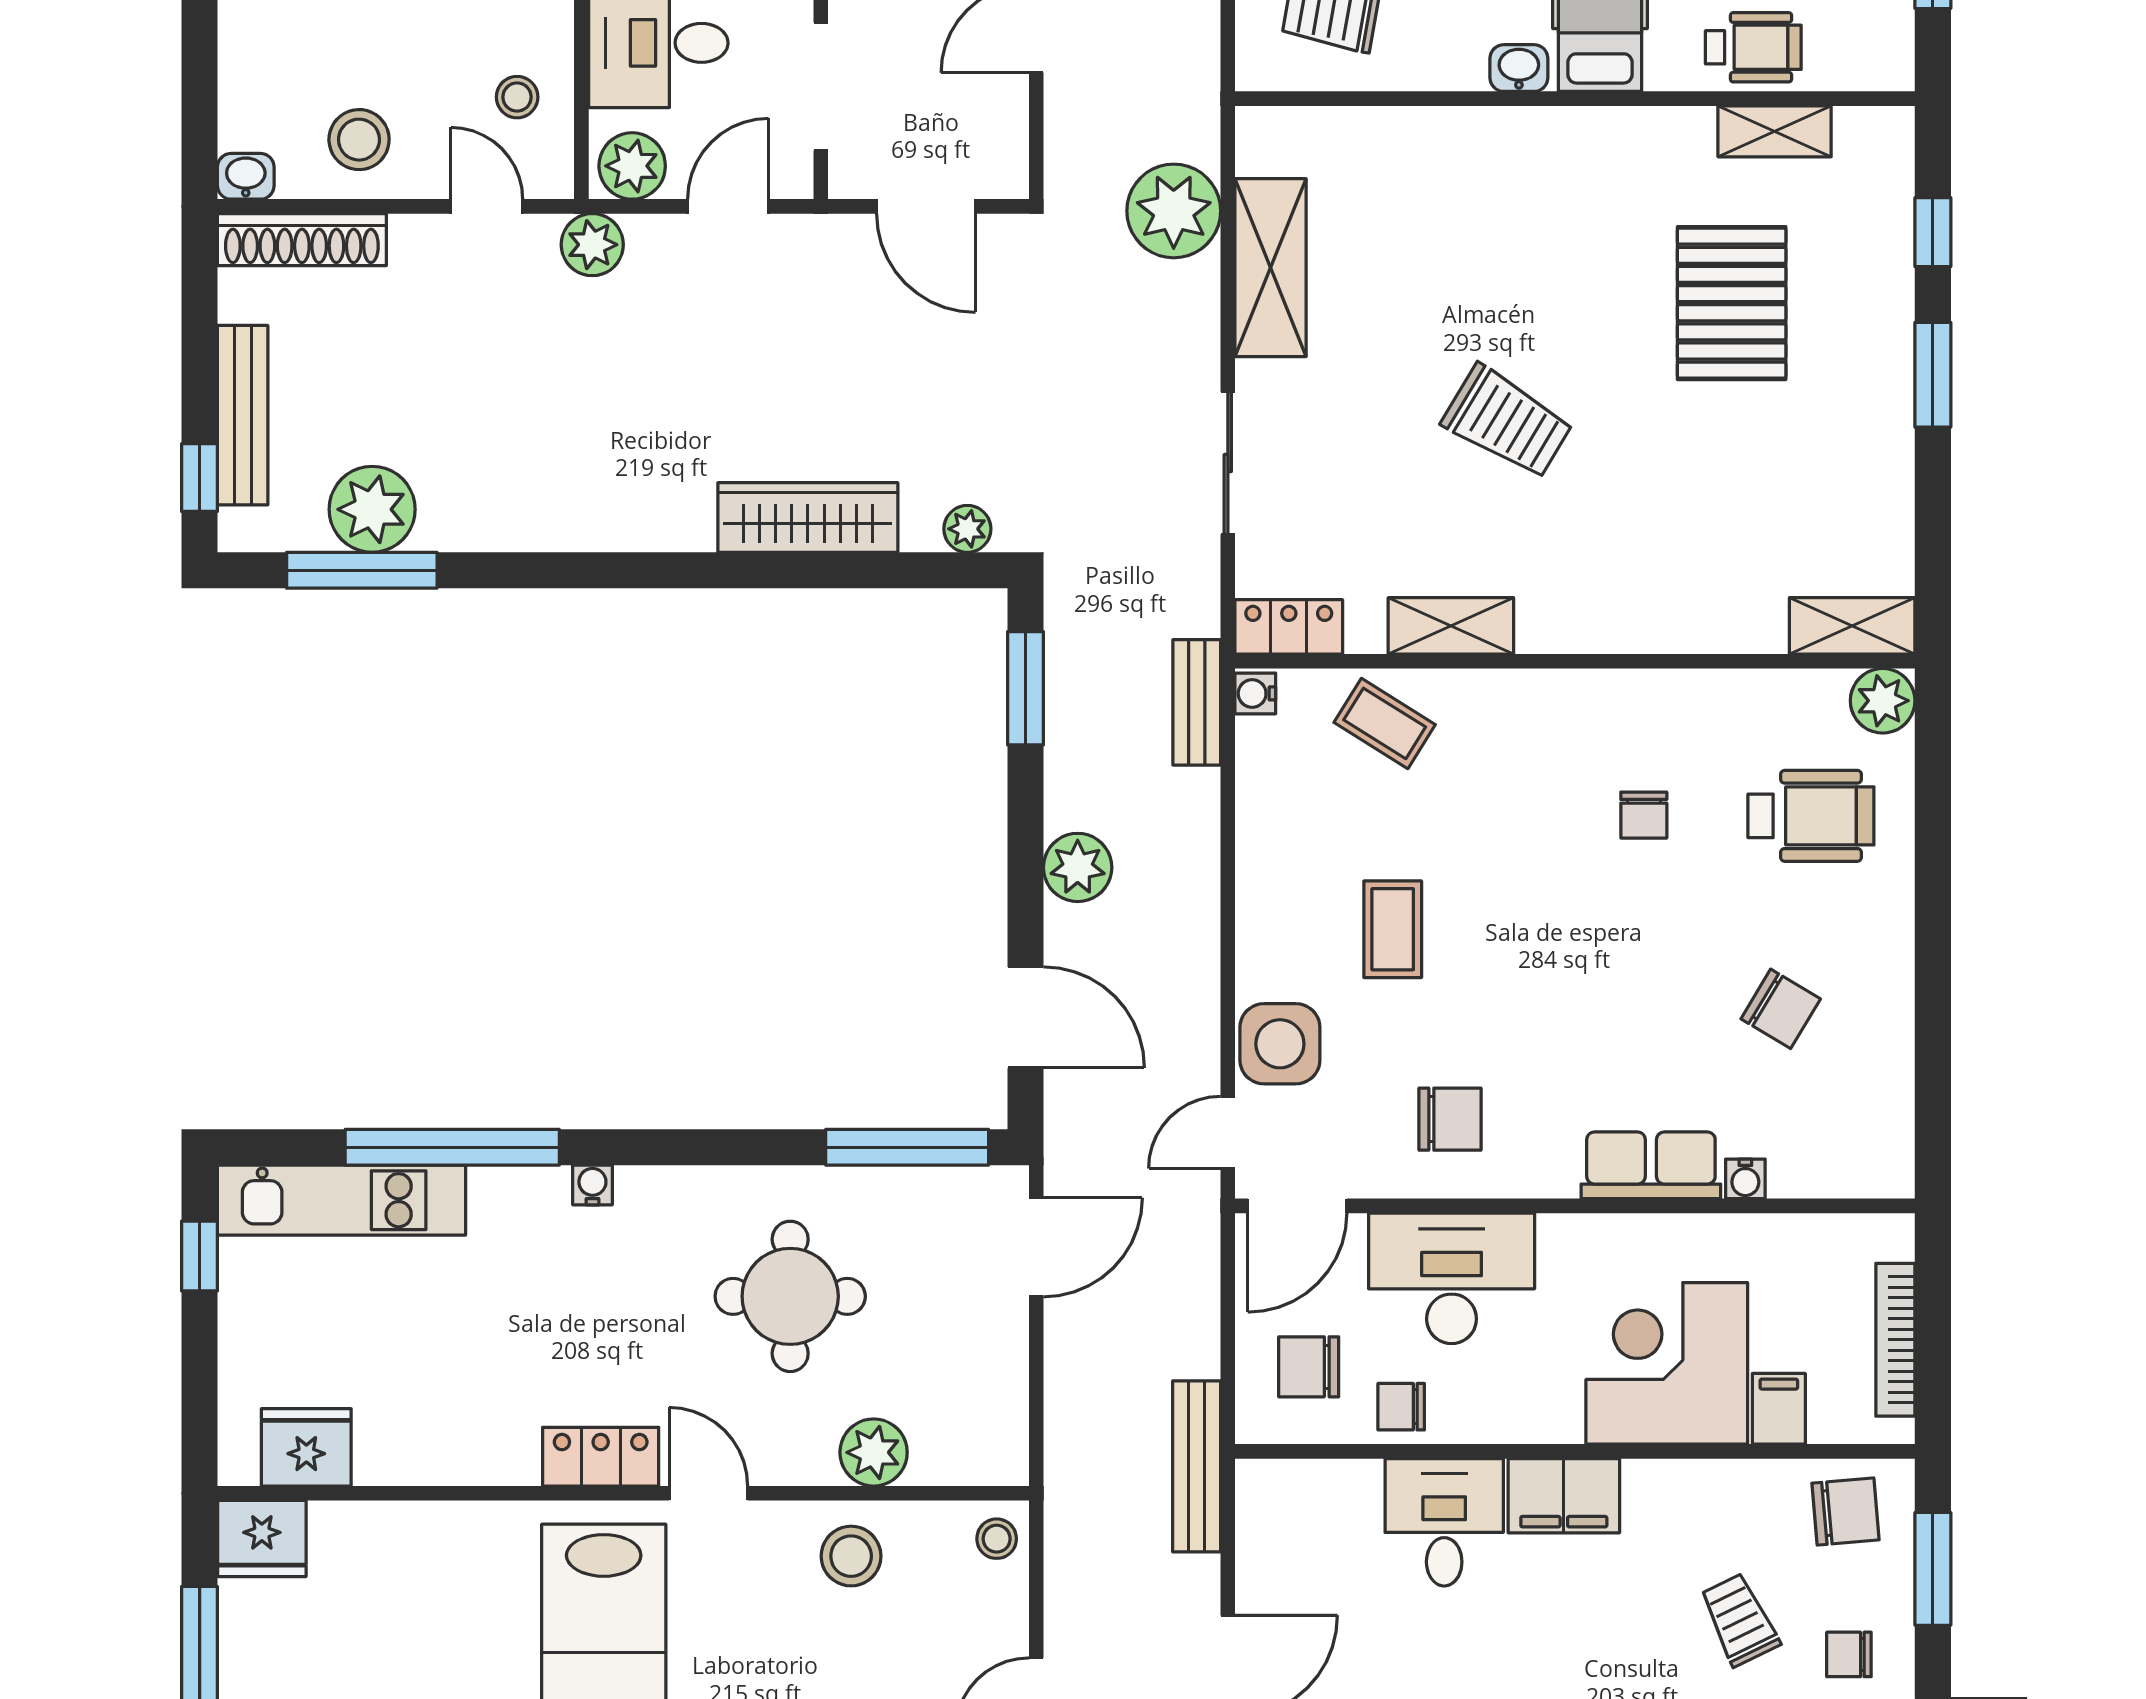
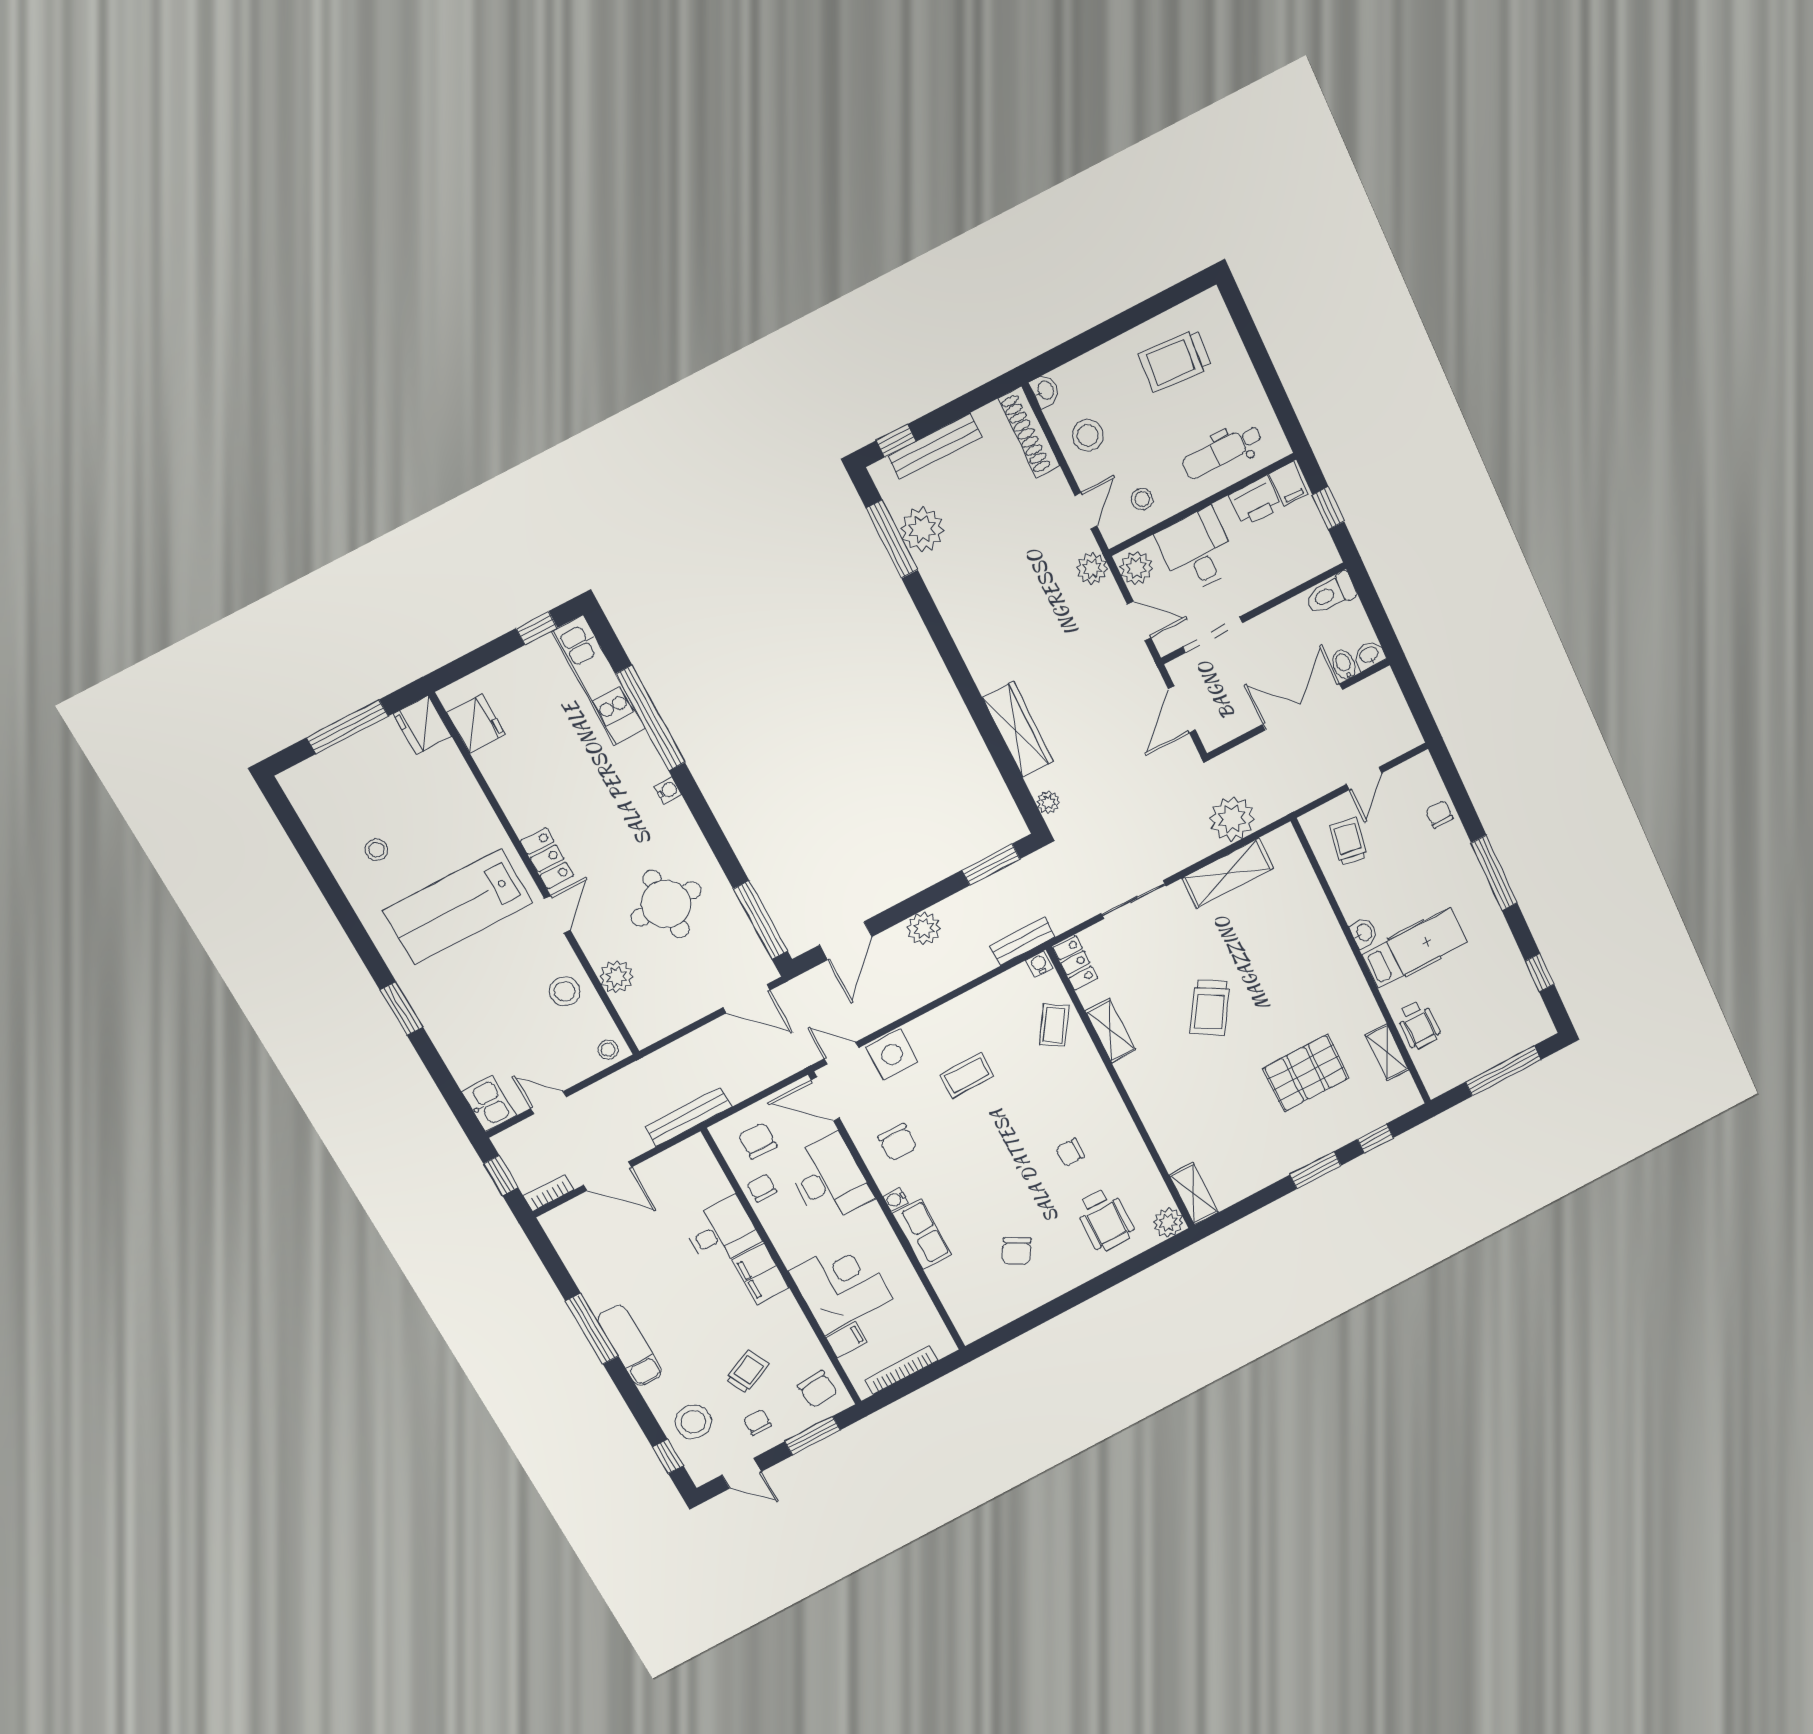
water cooler: (1745, 1179) -> (895, 1199), moved

